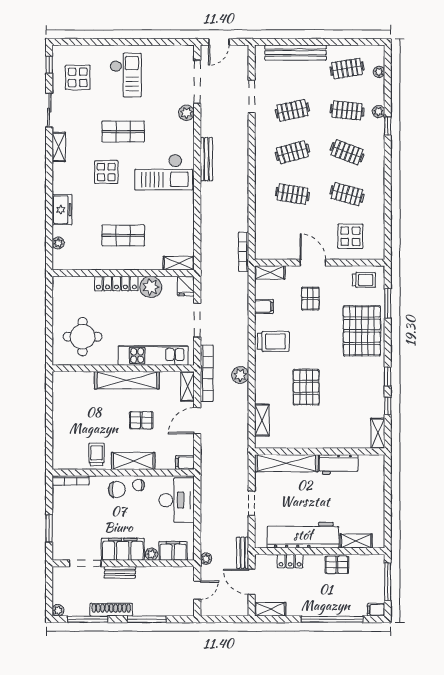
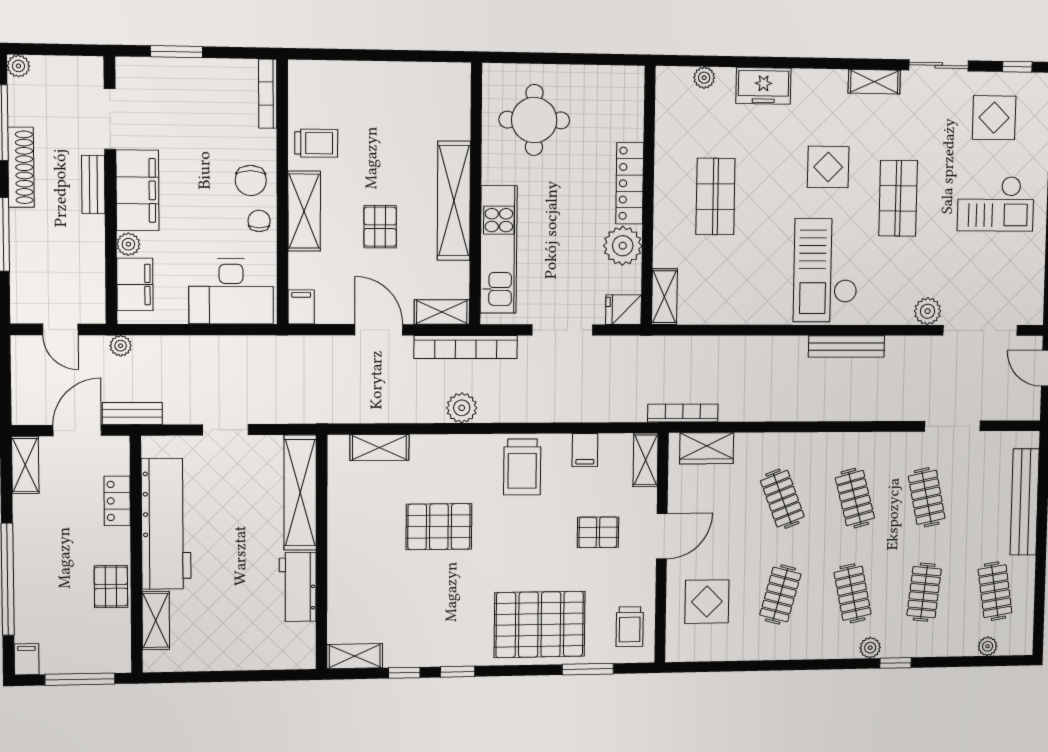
plant: (379, 111) -> (870, 648), moved
clothes rail: (347, 152) -> (853, 593), turned -33
clothes rail: (292, 194) -> (782, 499), turned -30
wardrobe: (263, 238) -> (707, 448), added

